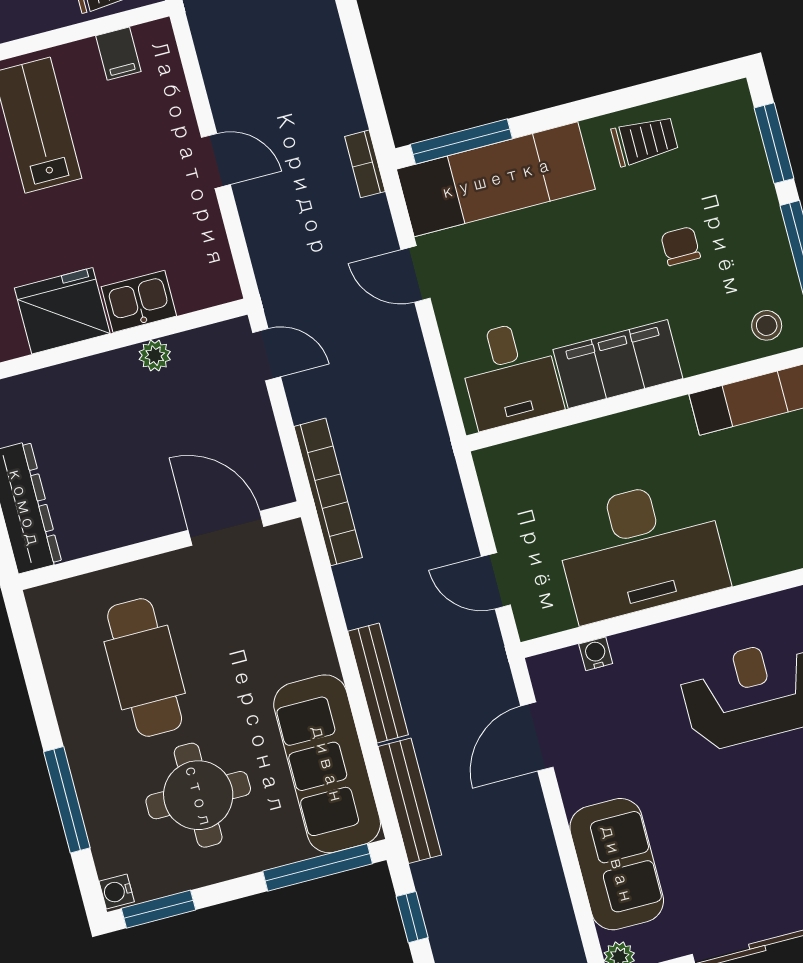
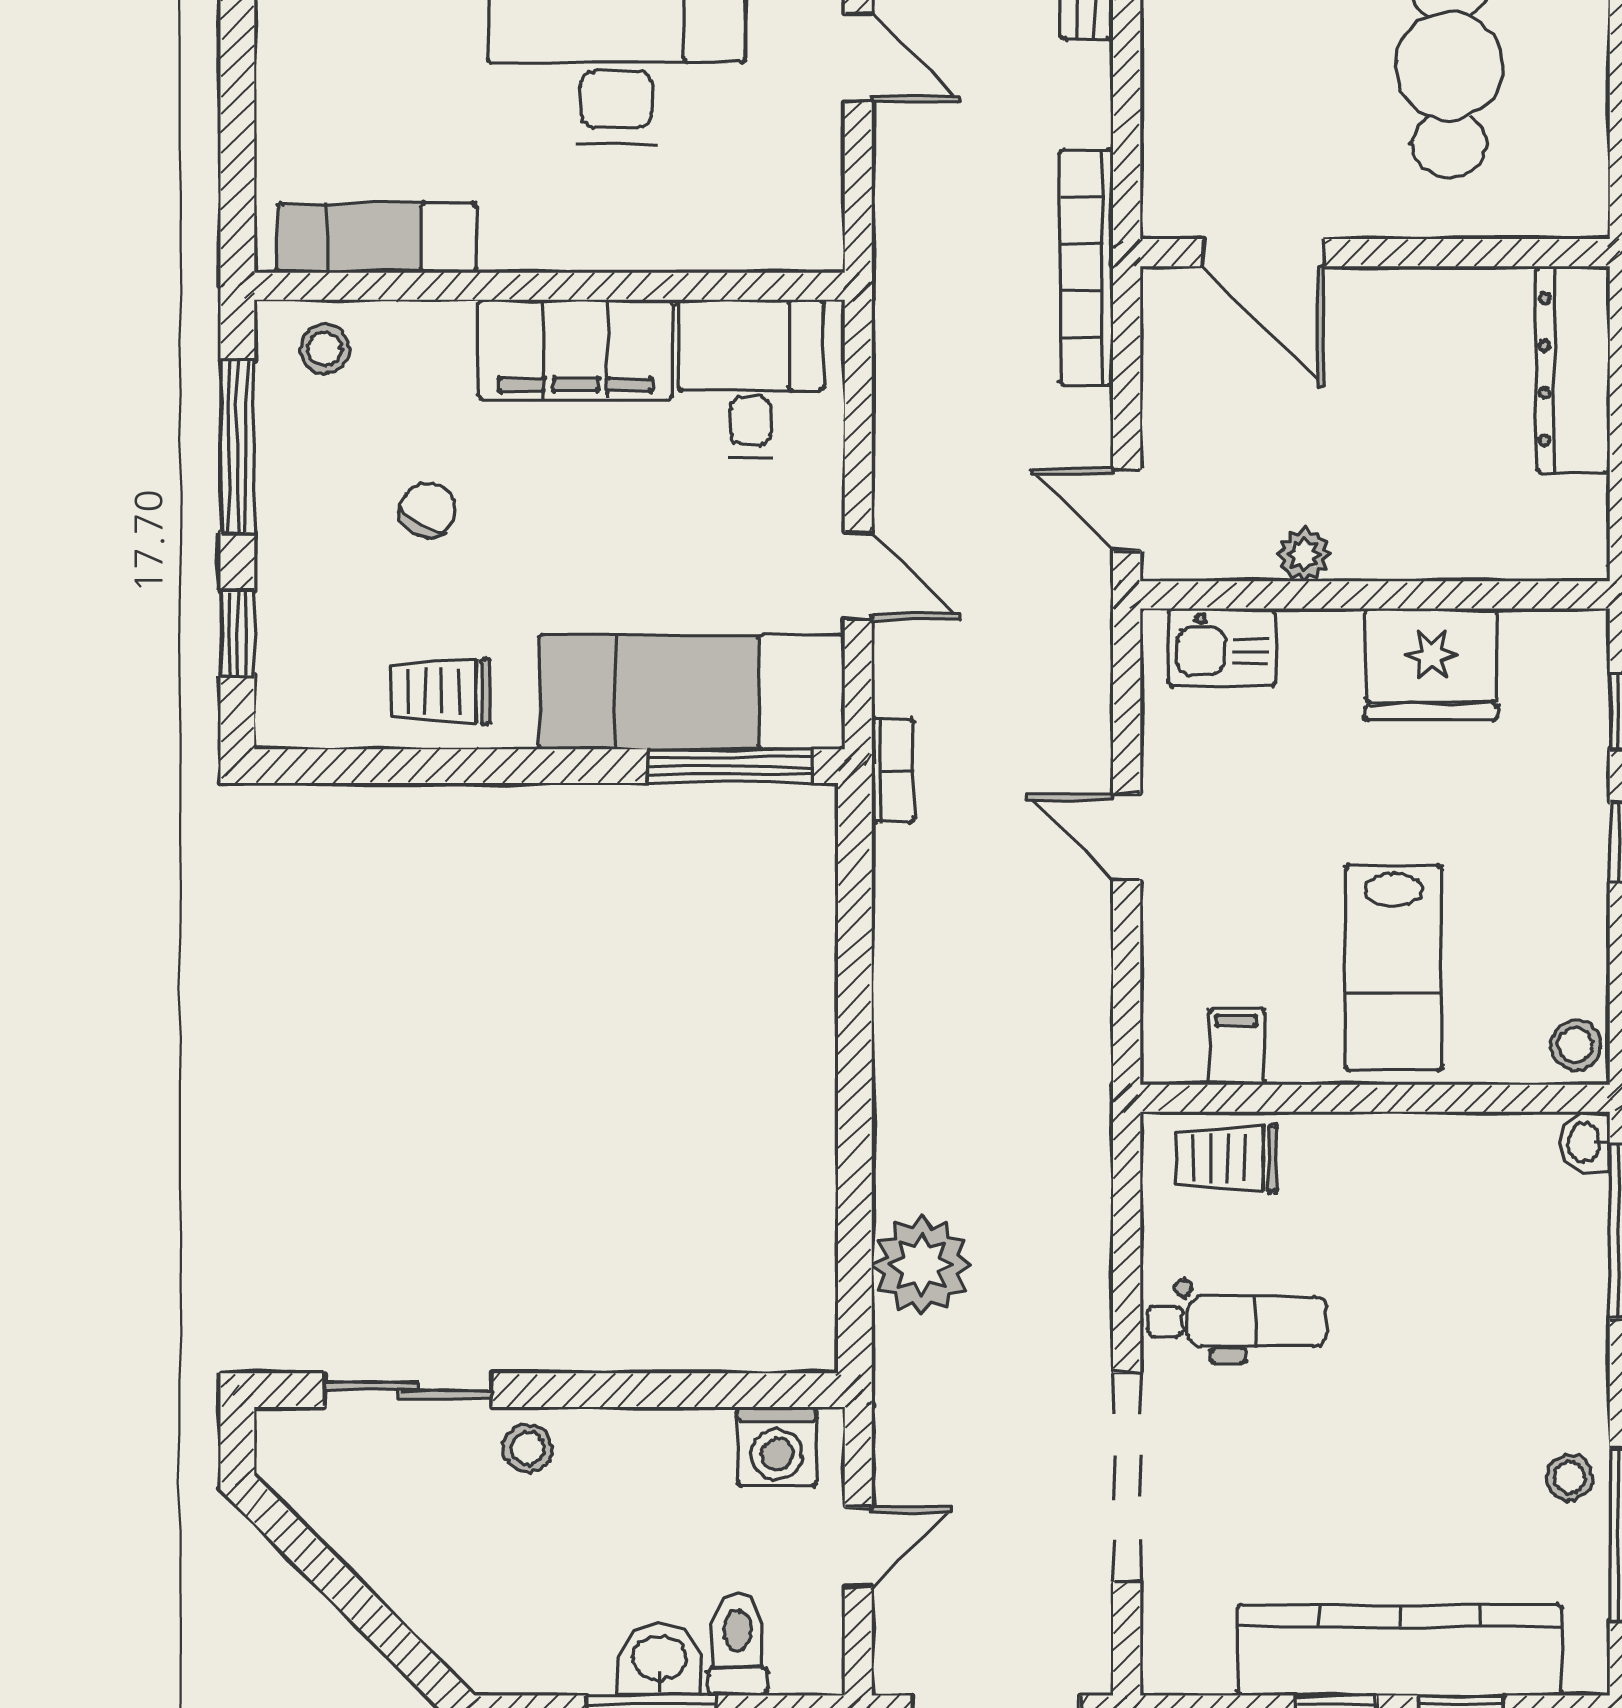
window: (774, 143) -> (237, 634), width x0.67
chair: (681, 246) -> (428, 510), turned -151
kitchen sink: (139, 301) -> (1222, 647), moved

